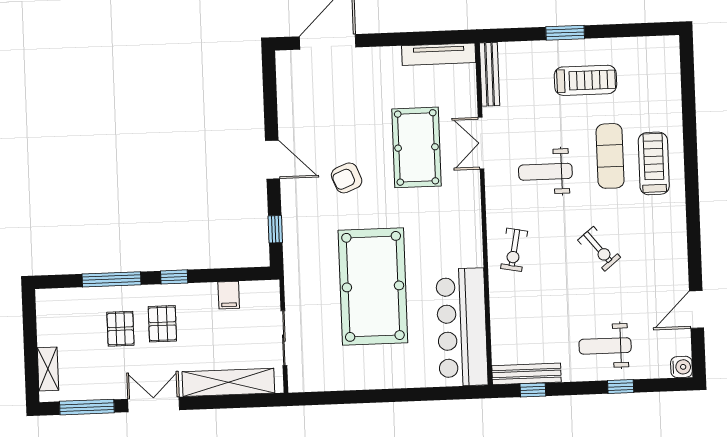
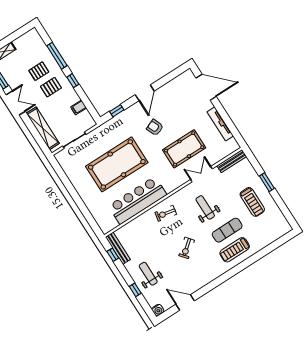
tv unit: (439, 54) -> (220, 124), moved
treadmill: (654, 163) -> (235, 250), turned 180
bar counter: (462, 327) -> (138, 200), moved

